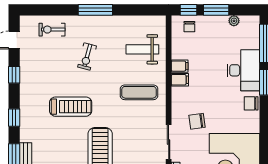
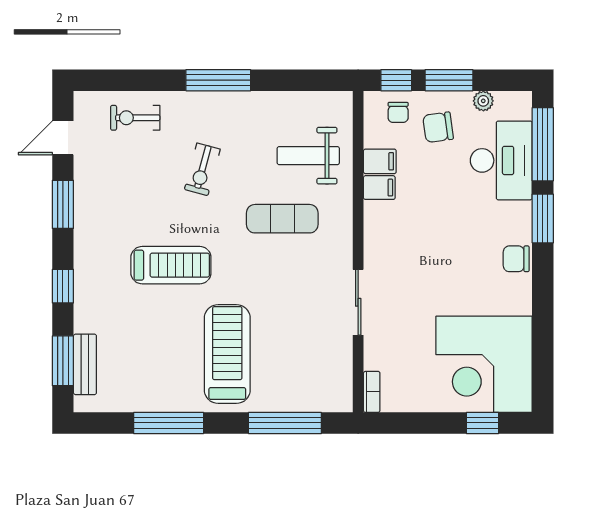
desk: (243, 70) -> (501, 160), moved
window: (14, 75) -> (63, 204), width x1.50
filing cabinet: (180, 80) -> (380, 161), moved
exercise mat: (139, 92) -> (282, 219), moved
chair: (197, 121) -> (438, 127), moved
sliding door: (169, 142) -> (358, 302), moved

